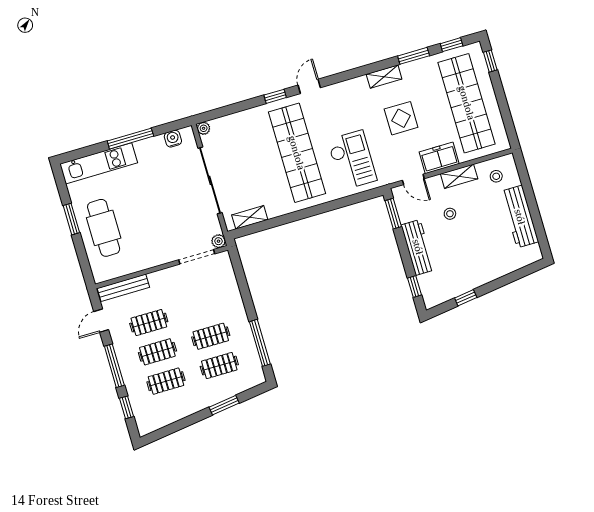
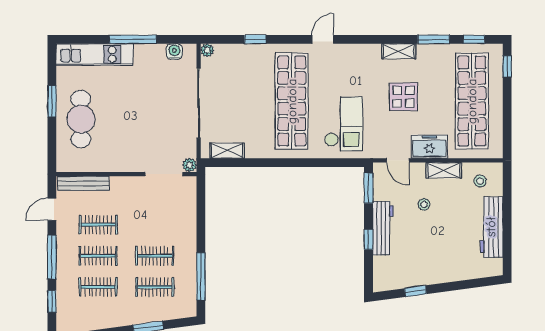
window: (275, 96) -> (255, 39), moved
window: (415, 286) -> (368, 240), moved

